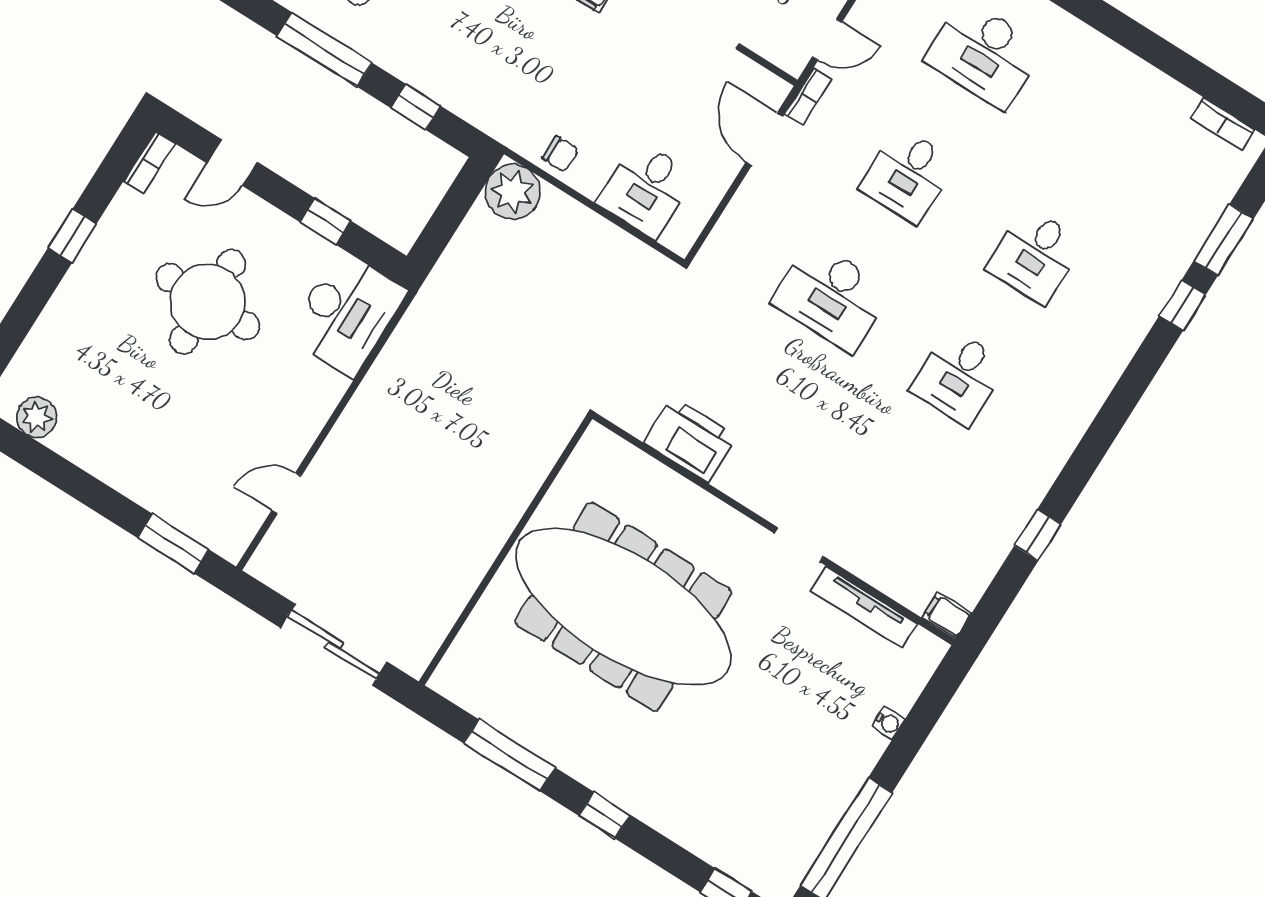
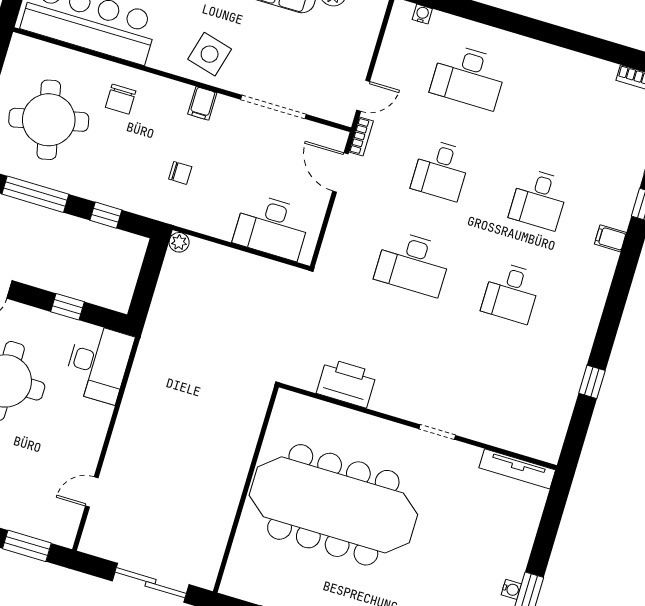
chair: (560, 154) -> (180, 173), moved
desk: (646, 189) -> (272, 227), width x1.37
plant: (513, 192) -> (179, 242), width x0.53, depth x0.53
tv unit: (864, 607) -> (517, 469), moved
filing cabinet: (947, 615) -> (610, 238), moved
water cooler: (888, 723) -> (511, 589), moved

